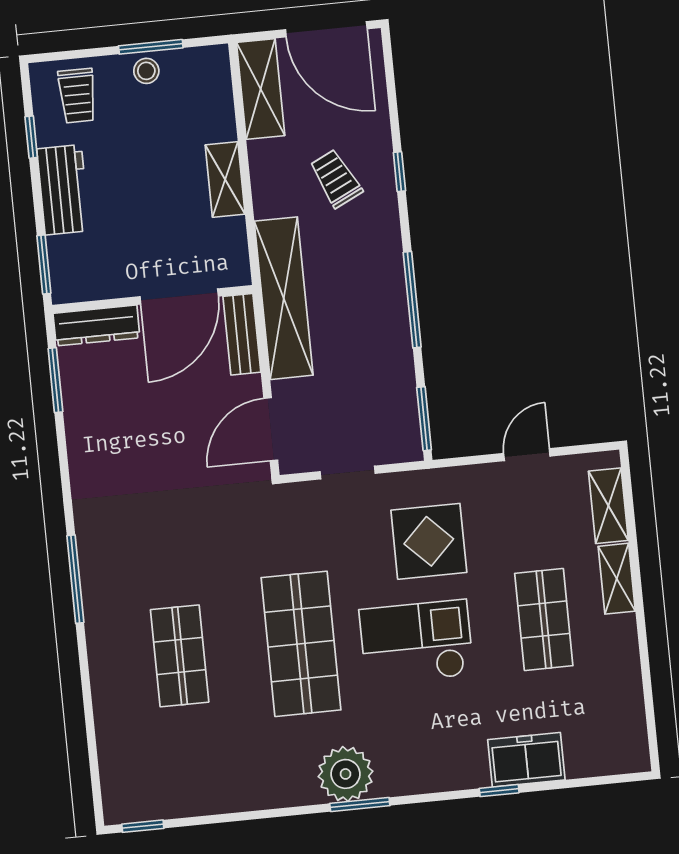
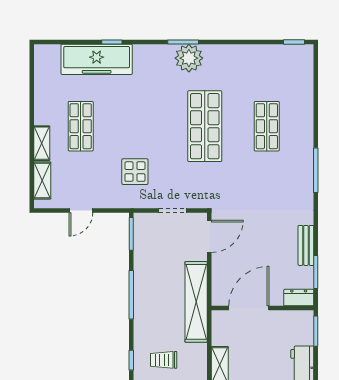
trolley: (336, 179) -> (164, 360), turned 116
dresser: (97, 325) -> (299, 298), width x0.70
bench: (242, 334) -> (306, 245), moved
display table: (429, 541) -> (135, 172), width x0.73, depth x0.73
checkout: (416, 642) -> (146, 121), removed
freezer: (526, 760) -> (97, 59), width x1.91, depth x1.26

